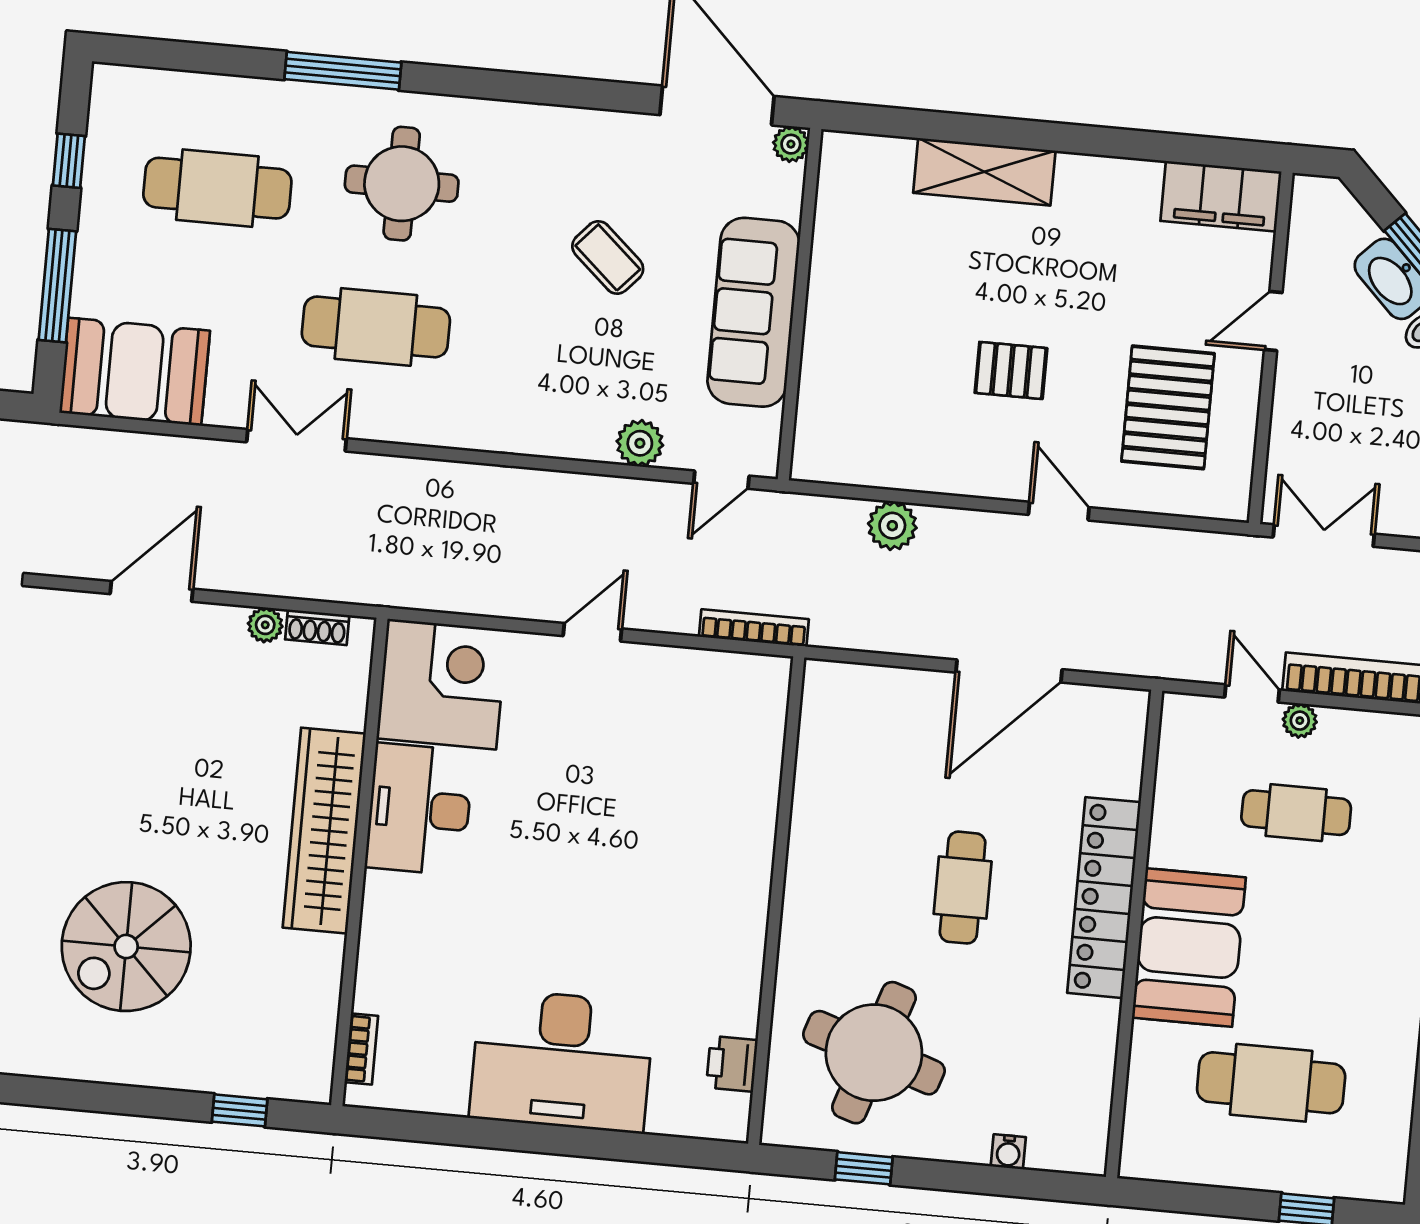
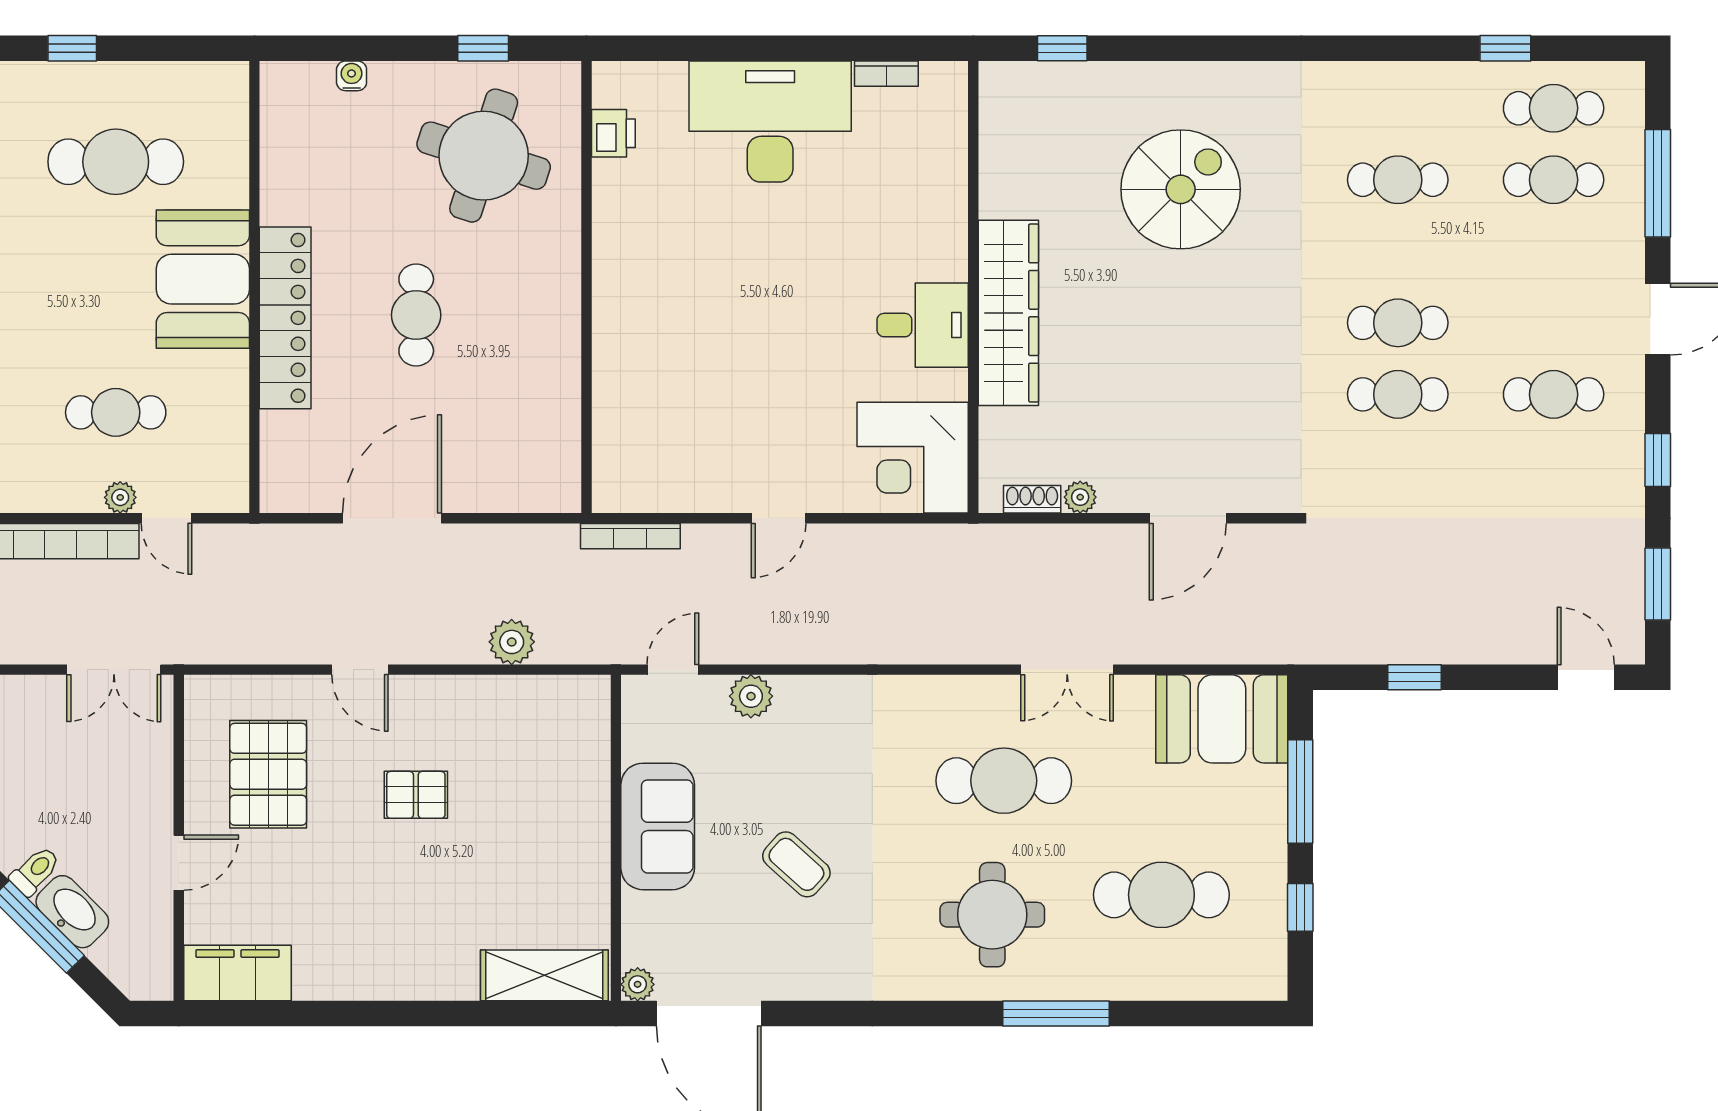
shelving: (984, 172) -> (544, 975), moved
sofa: (753, 312) -> (658, 826), width x0.73
desk: (419, 809) -> (923, 325), width x0.73
bookcase: (361, 1049) -> (886, 74), moved, turned -90

